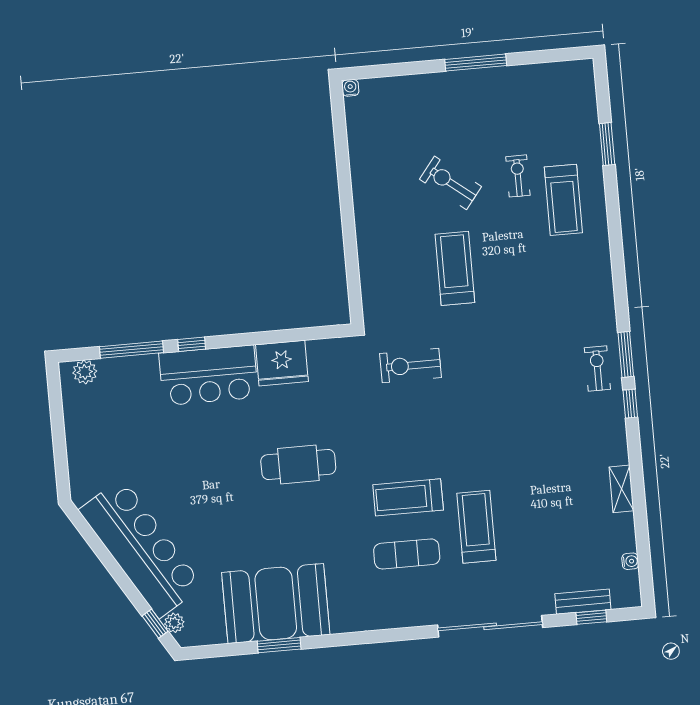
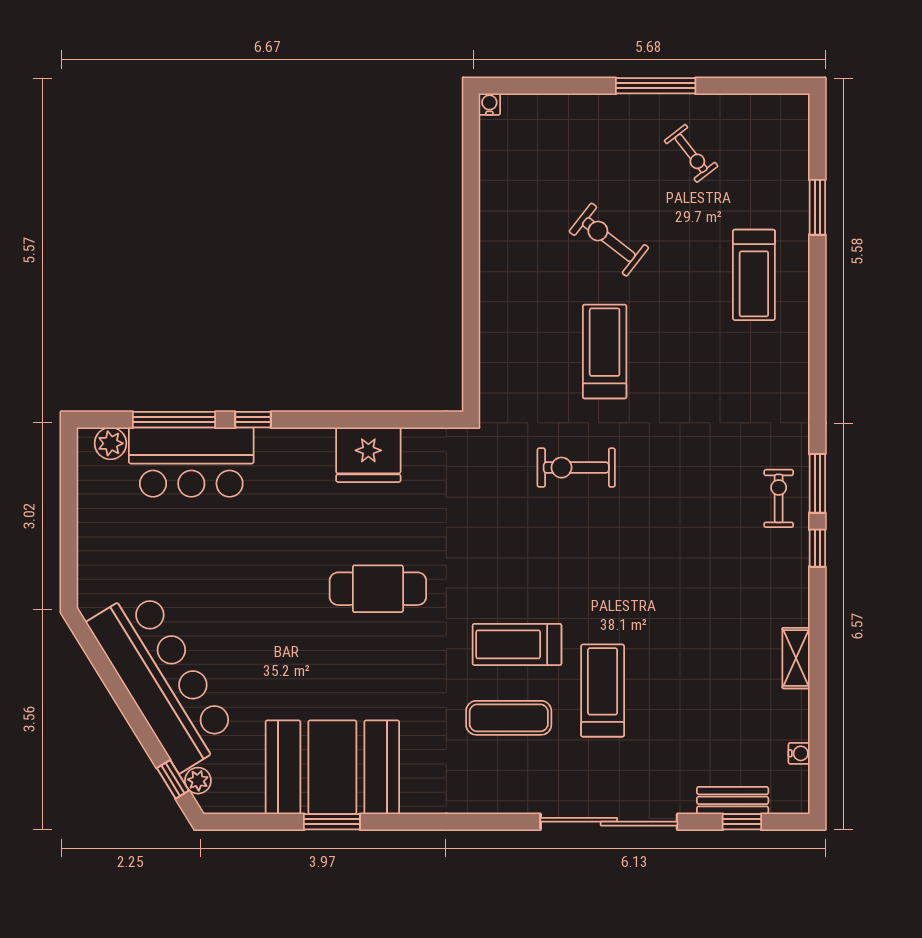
exercise bike: (518, 176) -> (691, 153), moved, turned 142
exercise bike: (410, 366) -> (576, 468), moved
bar counter: (208, 375) -> (191, 462), moved

